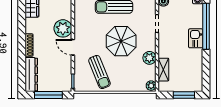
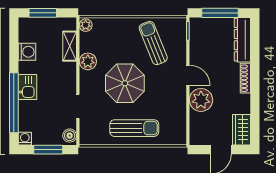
washing machine: (196, 65) -> (27, 52), added

